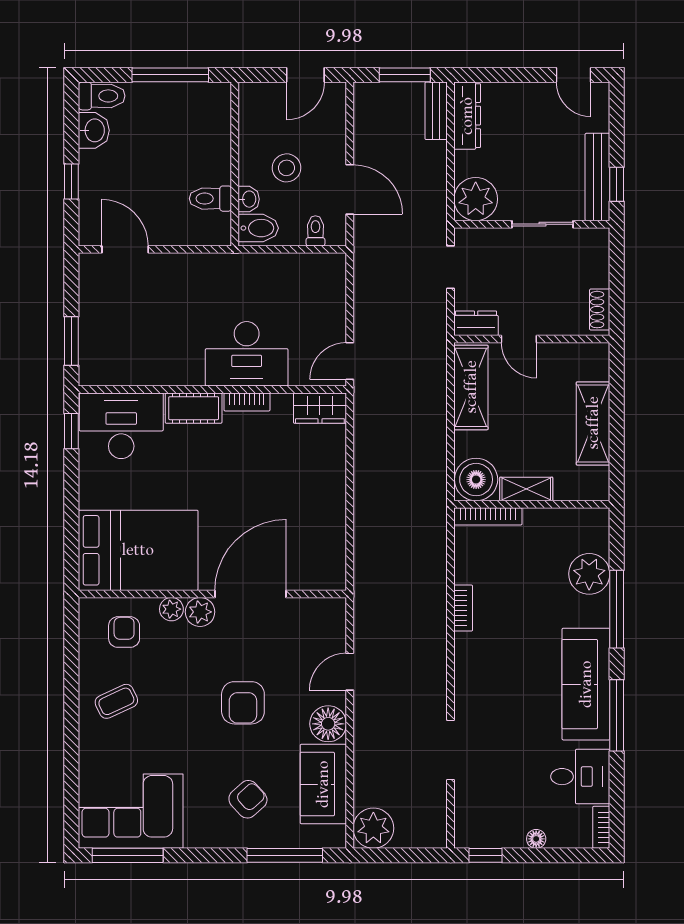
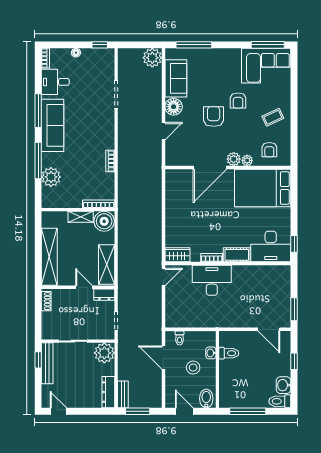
door: (305, 75) -> (184, 411), hinge flipped
bidet: (258, 228) -> (206, 399), moved, turned 90
window: (71, 341) -> (294, 309), moved
shelving: (593, 423) -> (49, 257), width x1.47
armchair: (248, 799) -> (238, 101), moved, turned -48

